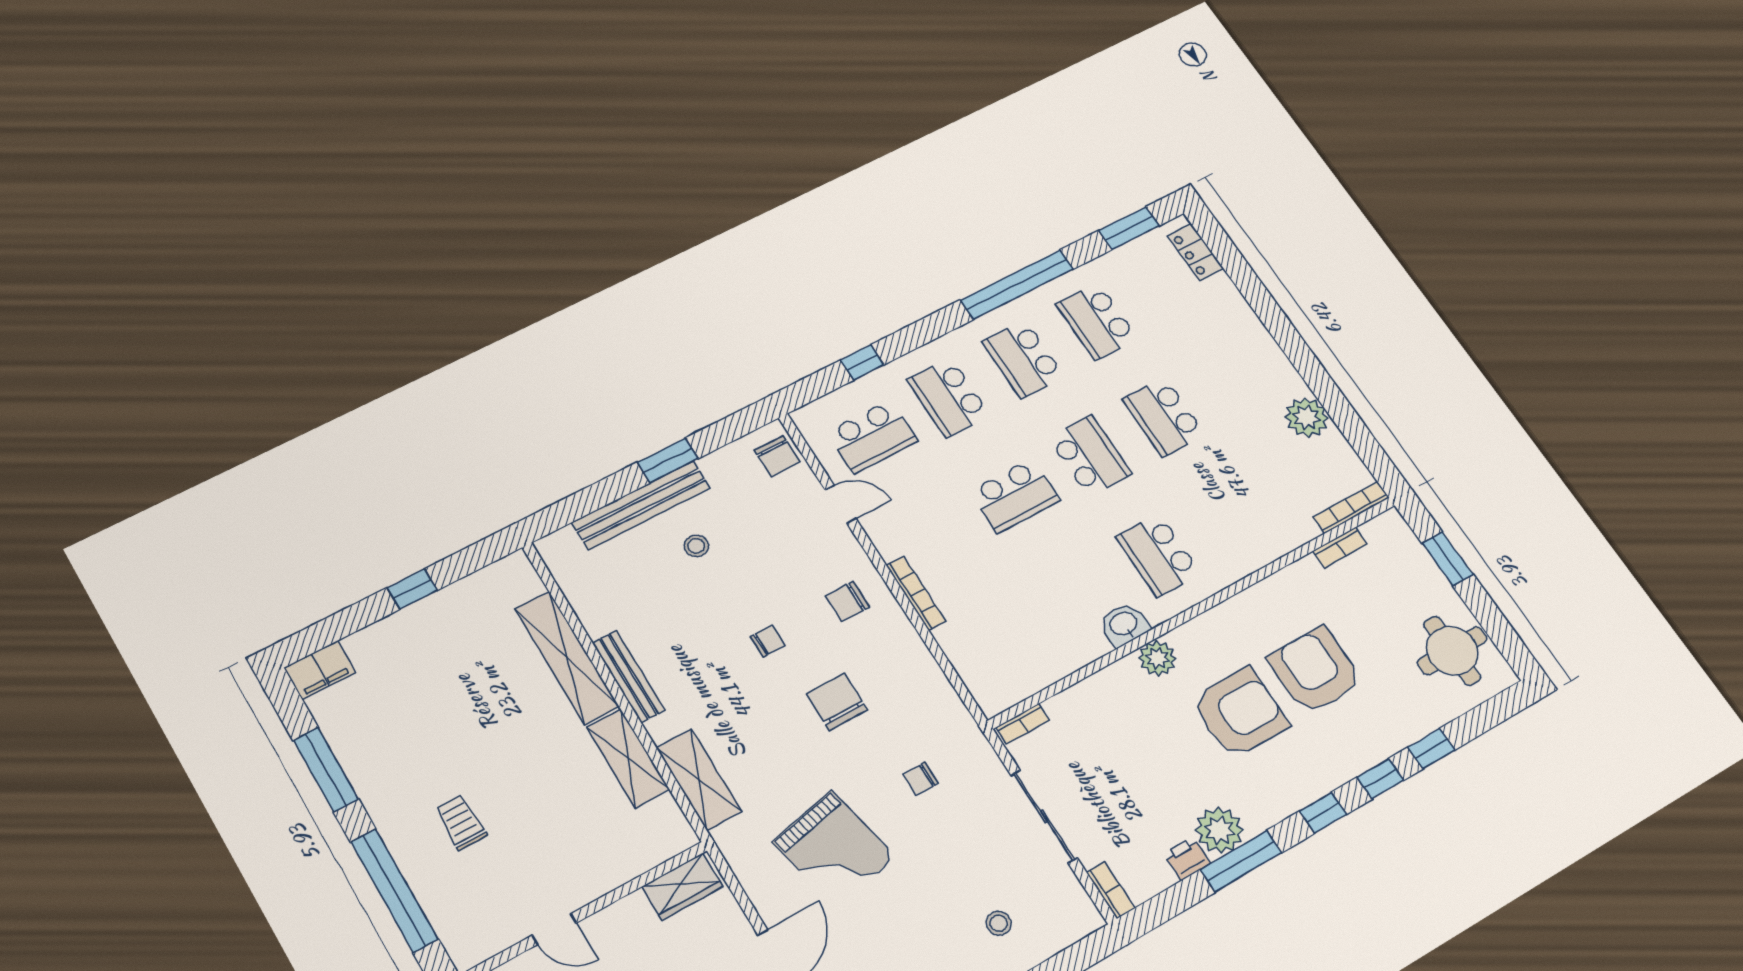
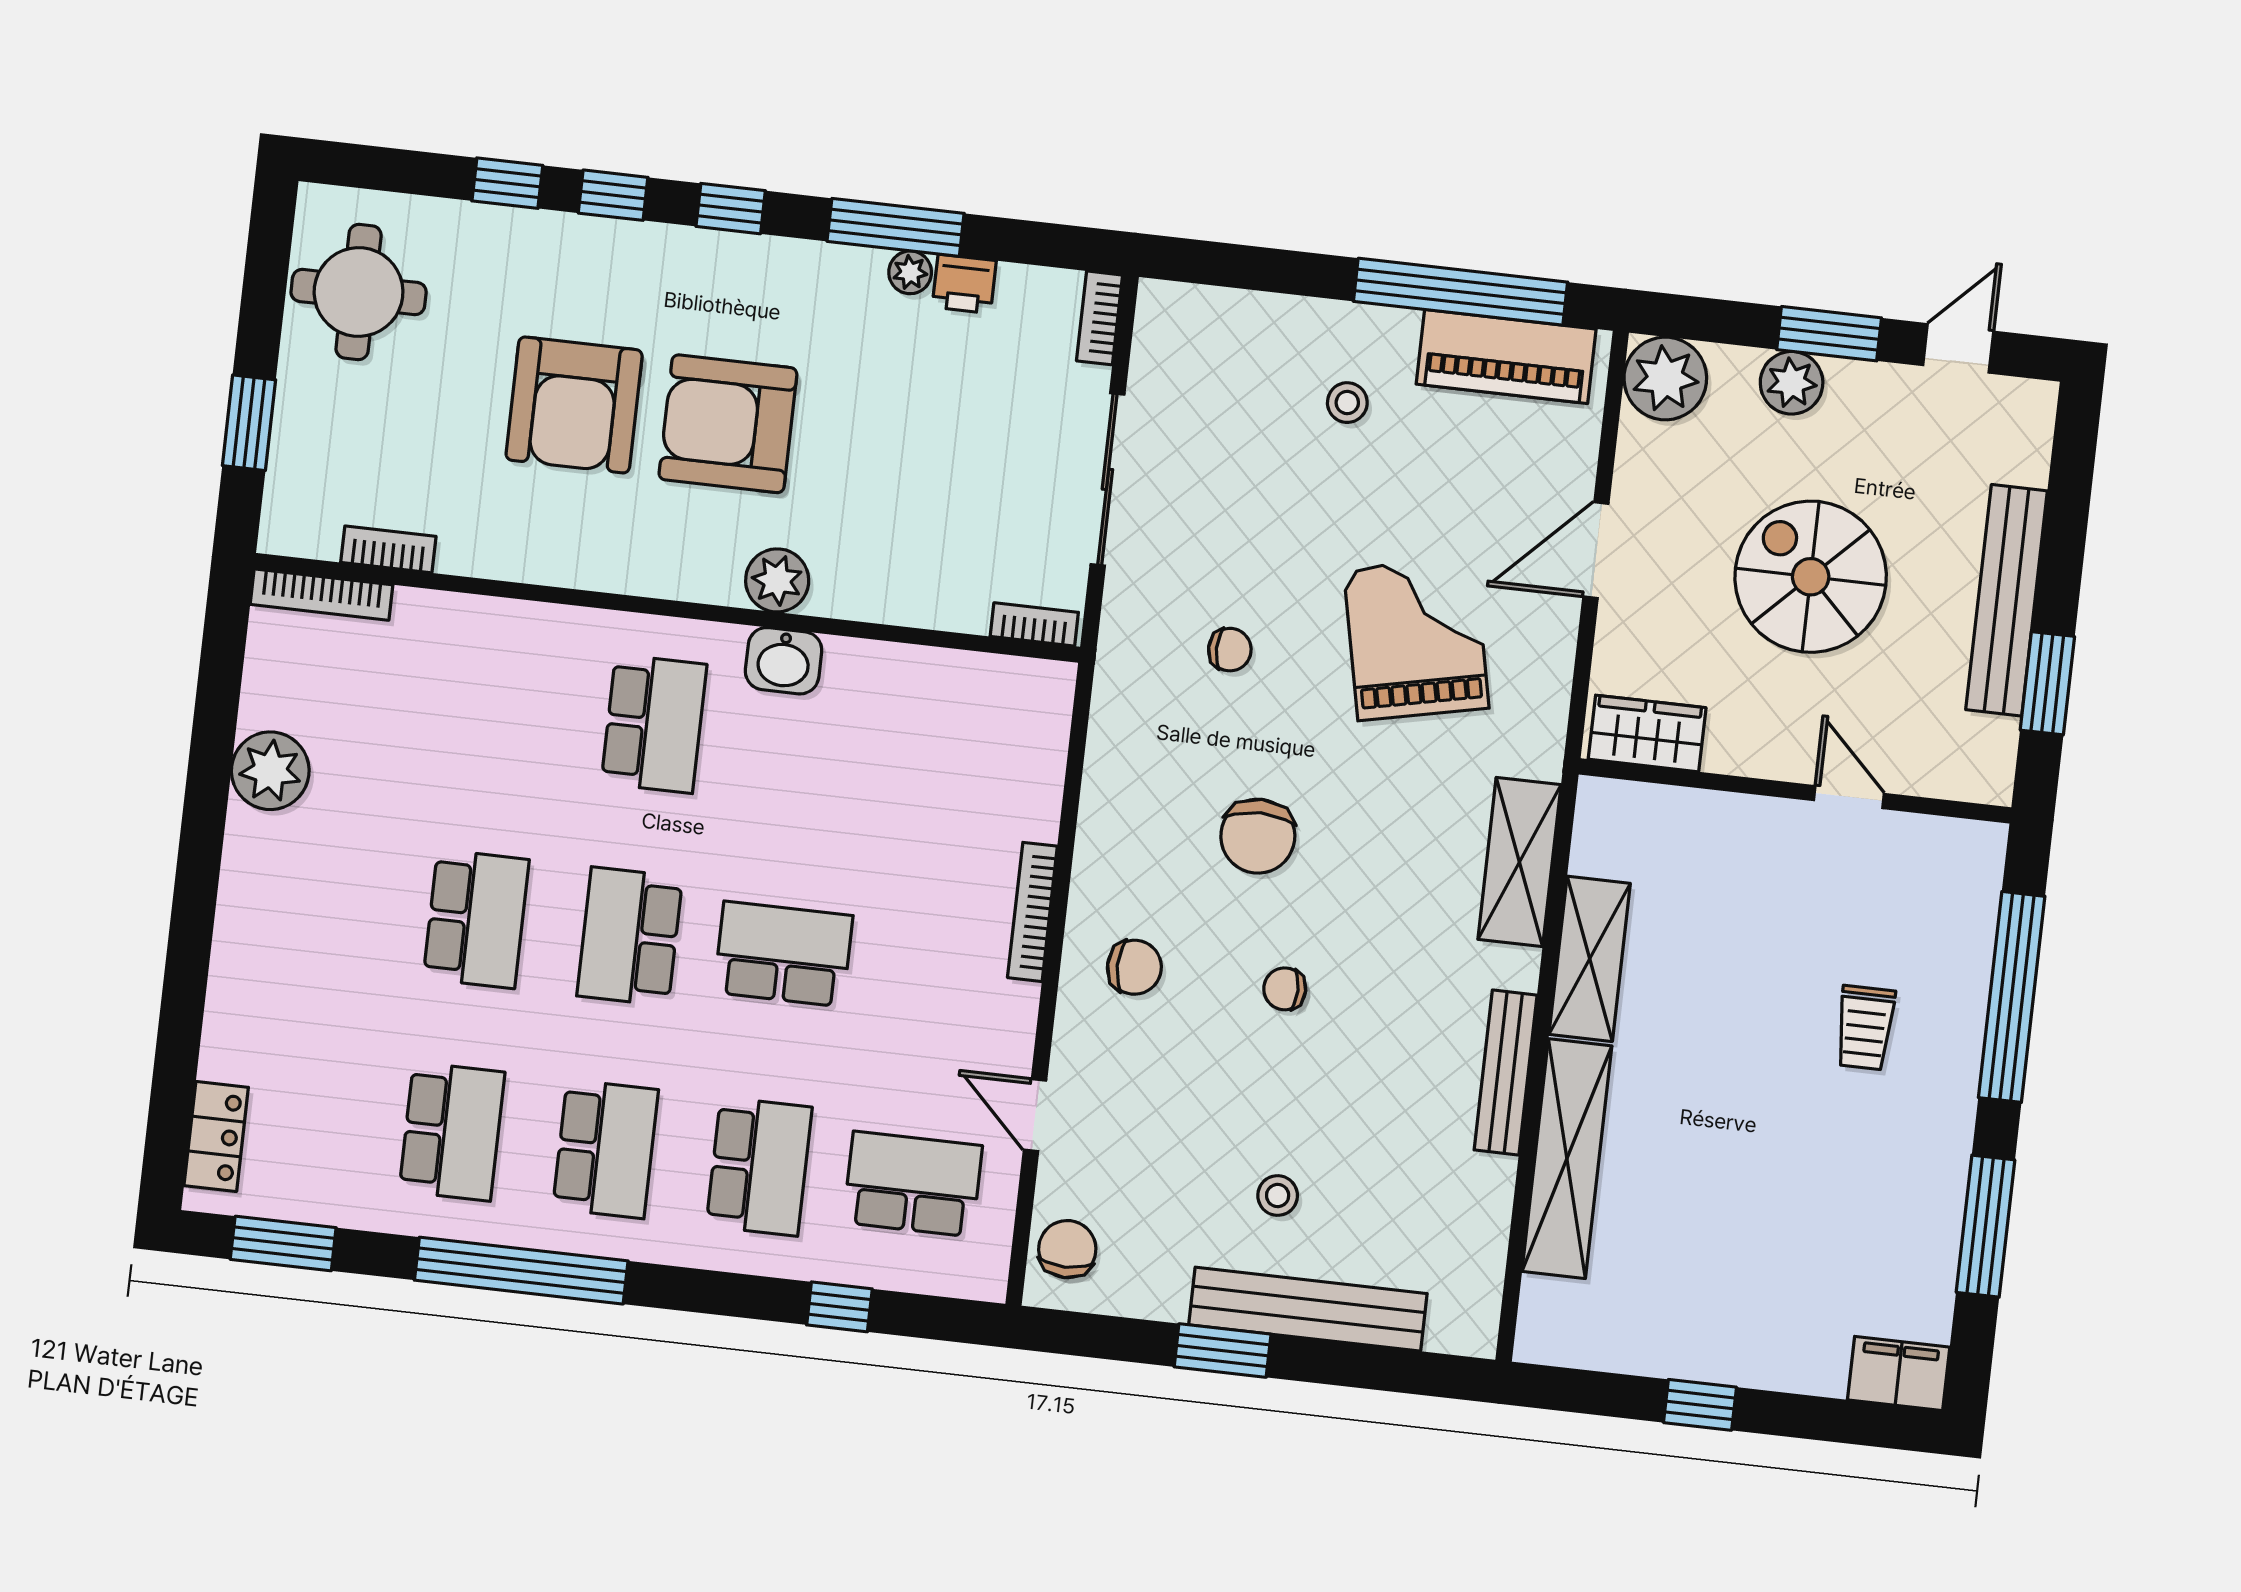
plant: (1220, 830) -> (910, 272), width x0.53, depth x0.53
stool: (999, 923) -> (1347, 403), moved

